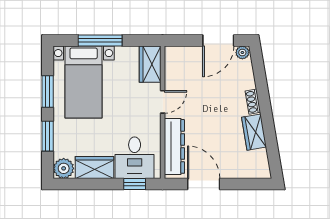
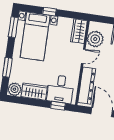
window: (100, 40) -> (49, 12), width x0.46
plant: (177, 73) -> (95, 39), added
window: (48, 91) -> (13, 27), moved

